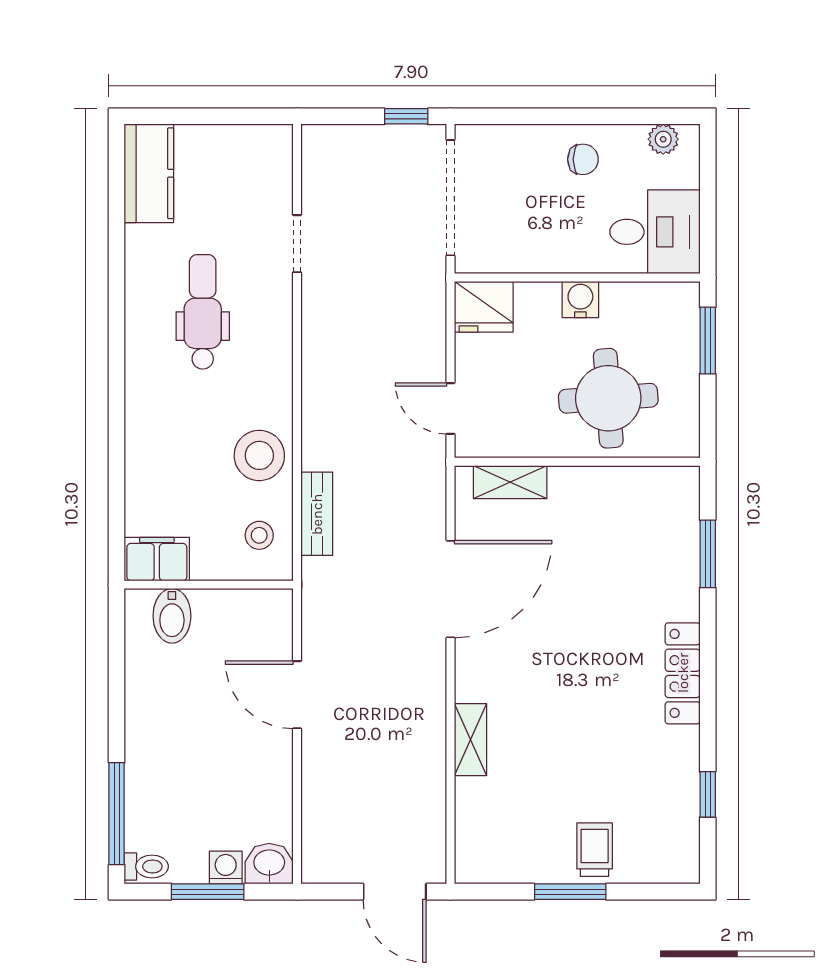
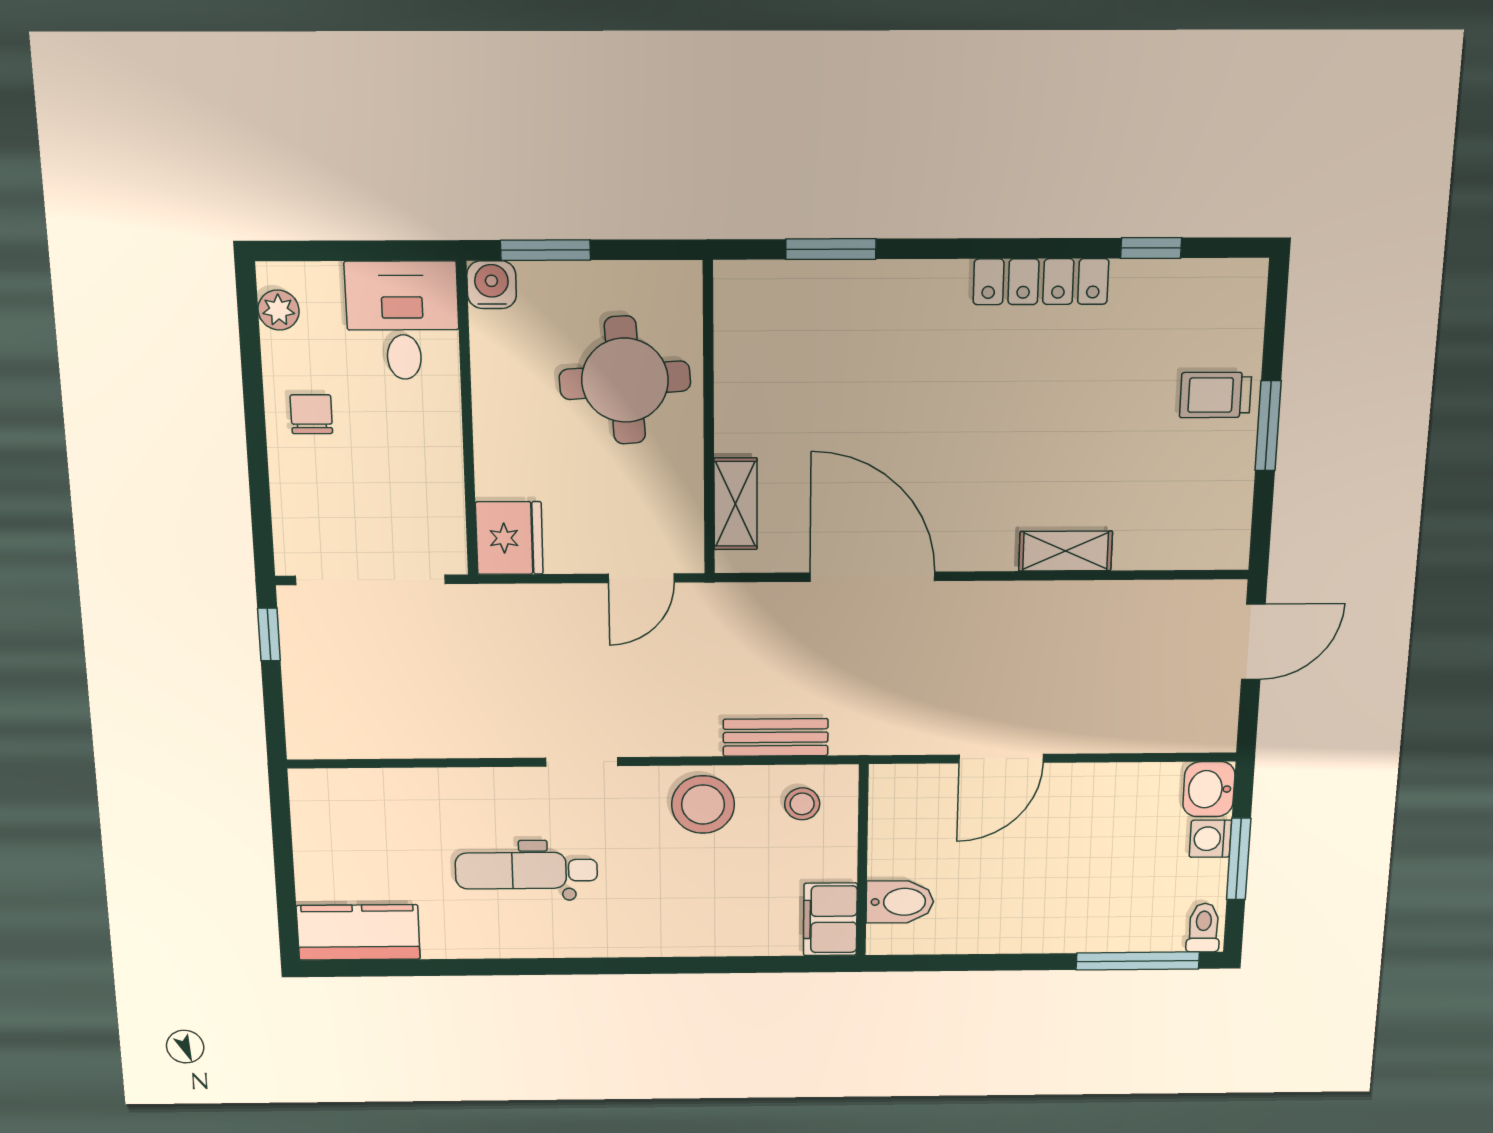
doorway: (297, 244) -> (582, 762), moved
water cooler: (580, 300) -> (492, 285), moved, turned 90
locker: (683, 673) -> (1041, 282), moved

